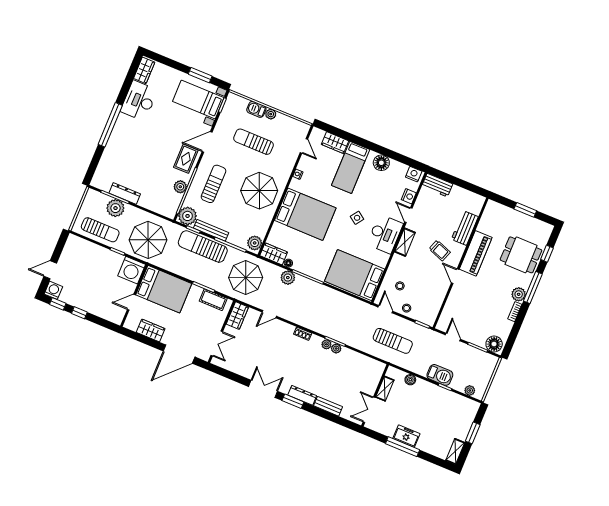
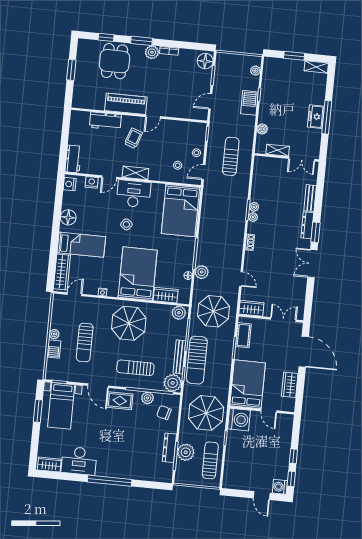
wardrobe: (335, 143) -> (62, 272), width x1.50
chair: (161, 199) -> (164, 413), added
wardrobe: (274, 254) -> (166, 295), moved, turned 90
window: (533, 288) -> (142, 41), width x0.69

